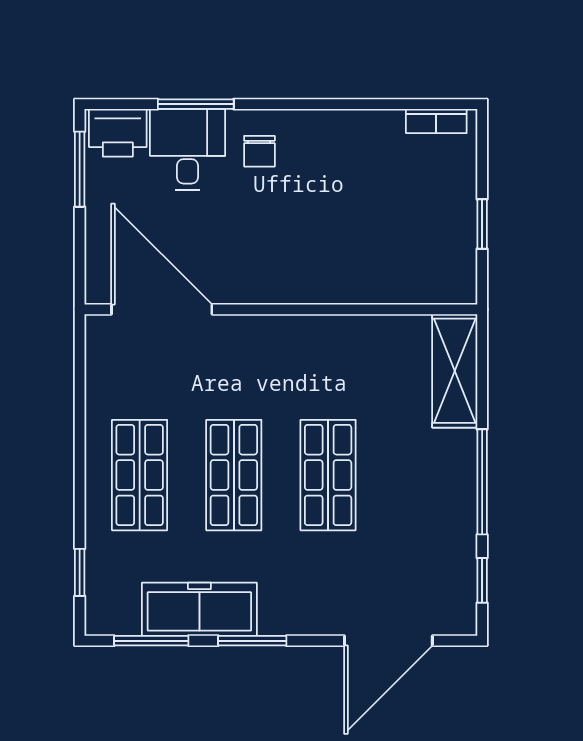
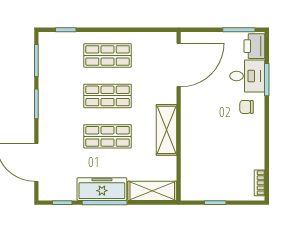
shelving: (313, 338) -> (166, 130), added
freezer: (199, 609) -> (102, 189), moved, turned -90

